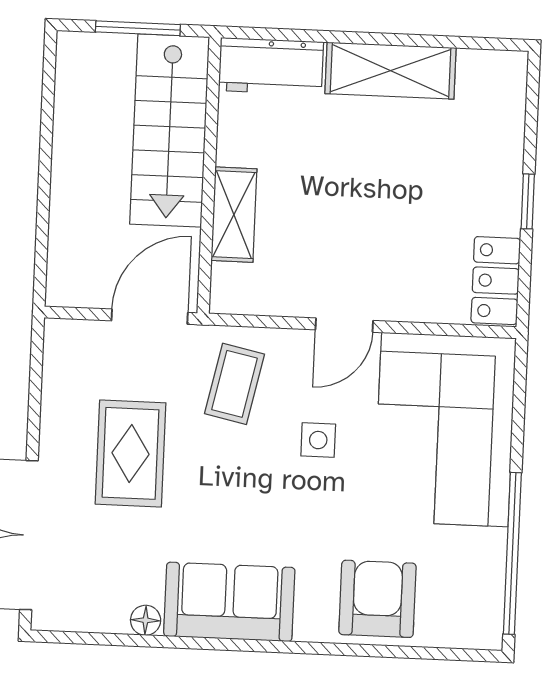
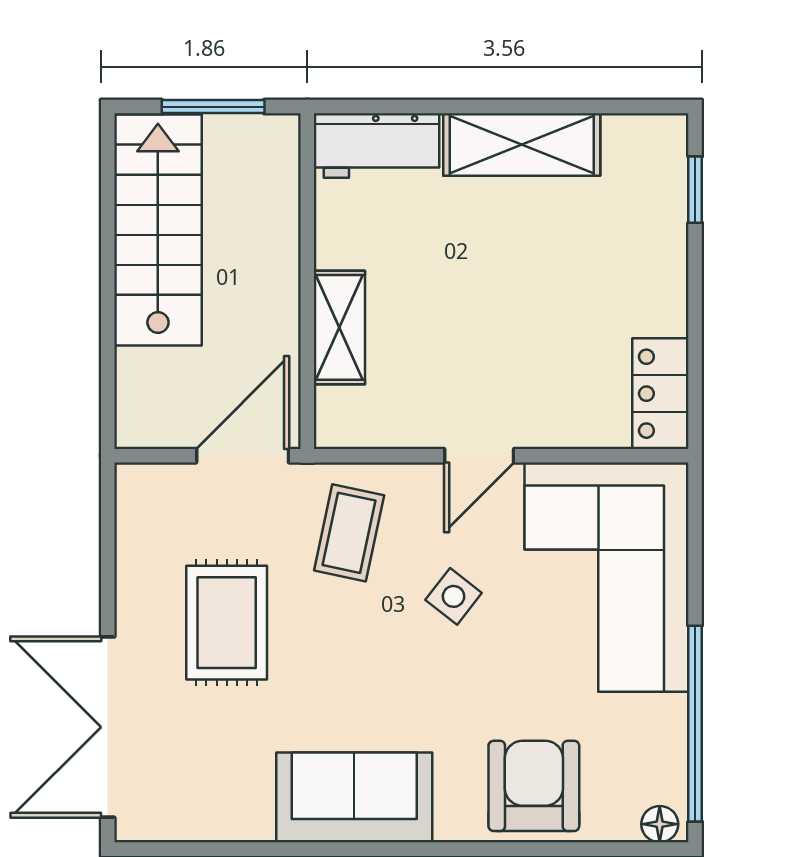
stairs: (170, 130) -> (158, 230), moved, turned 180
window: (528, 201) -> (695, 190), moved
side table: (318, 440) -> (454, 596), turned 38
floor lamp: (146, 620) -> (660, 824), moved

